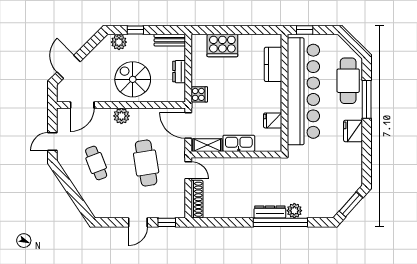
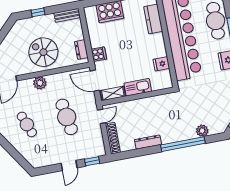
plant: (119, 42) -> (27, 24), removed
dresser: (179, 72) -> (81, 50), moved
door: (188, 170) -> (101, 116), hinge flipped
plant: (294, 211) -> (202, 131), moved
dresser: (270, 212) -> (148, 142), moved

